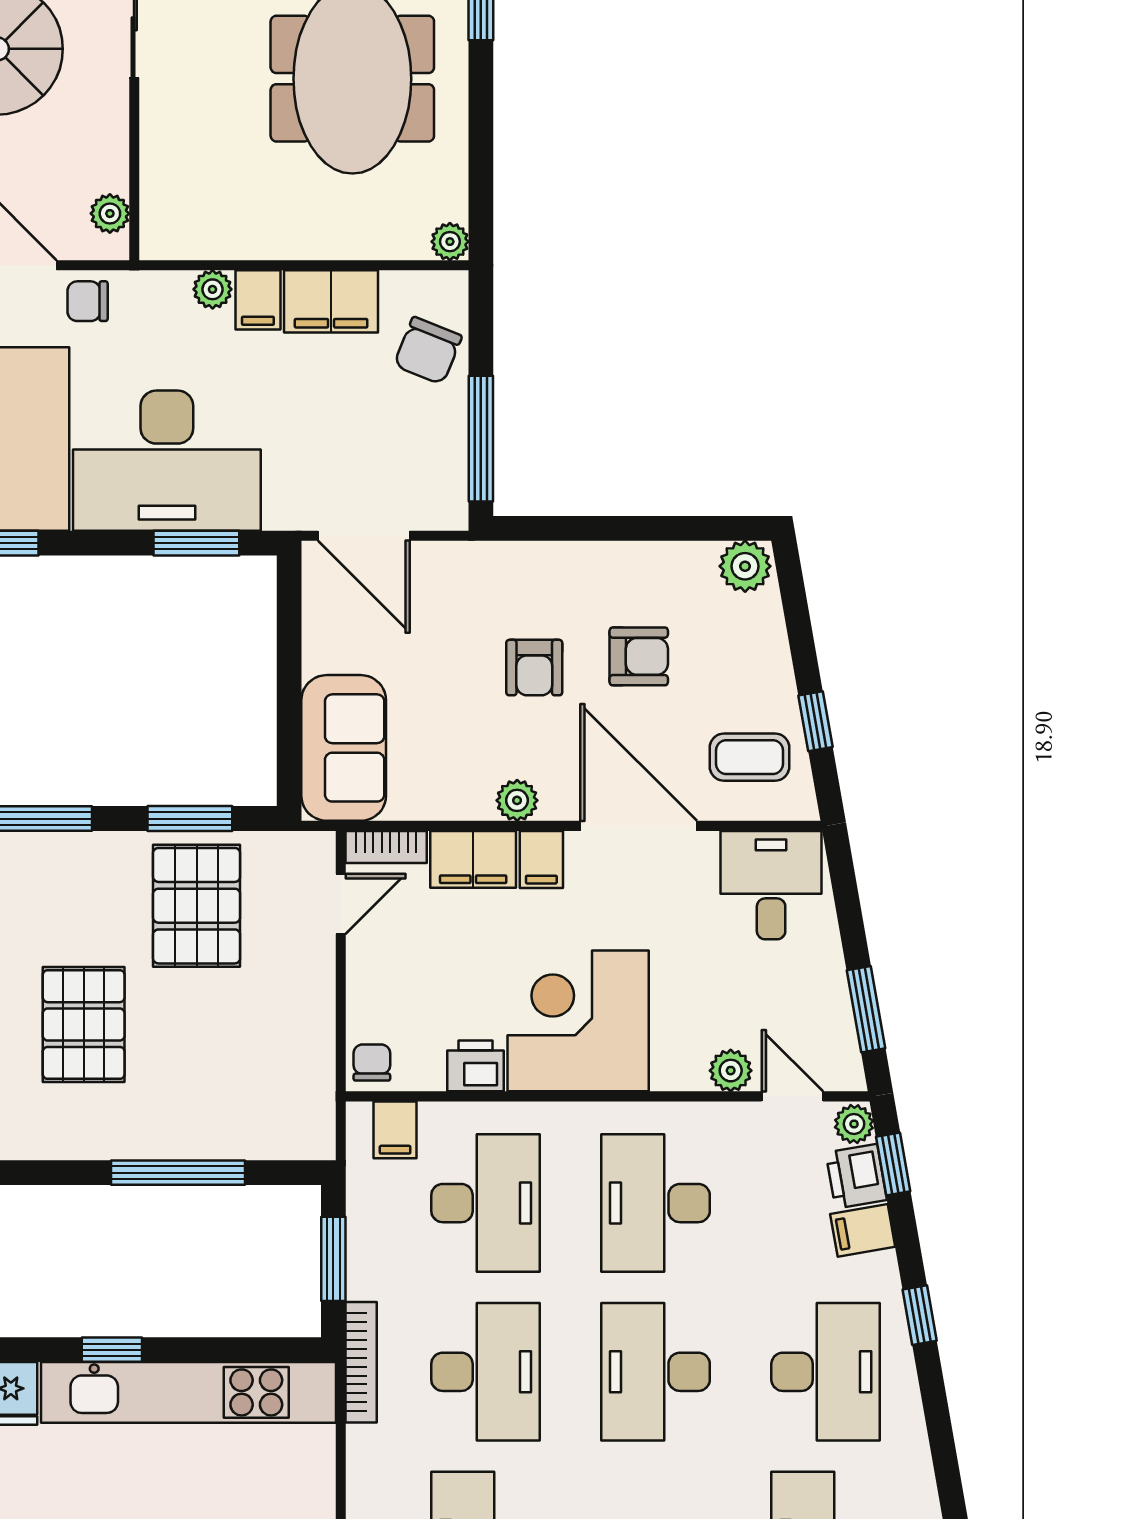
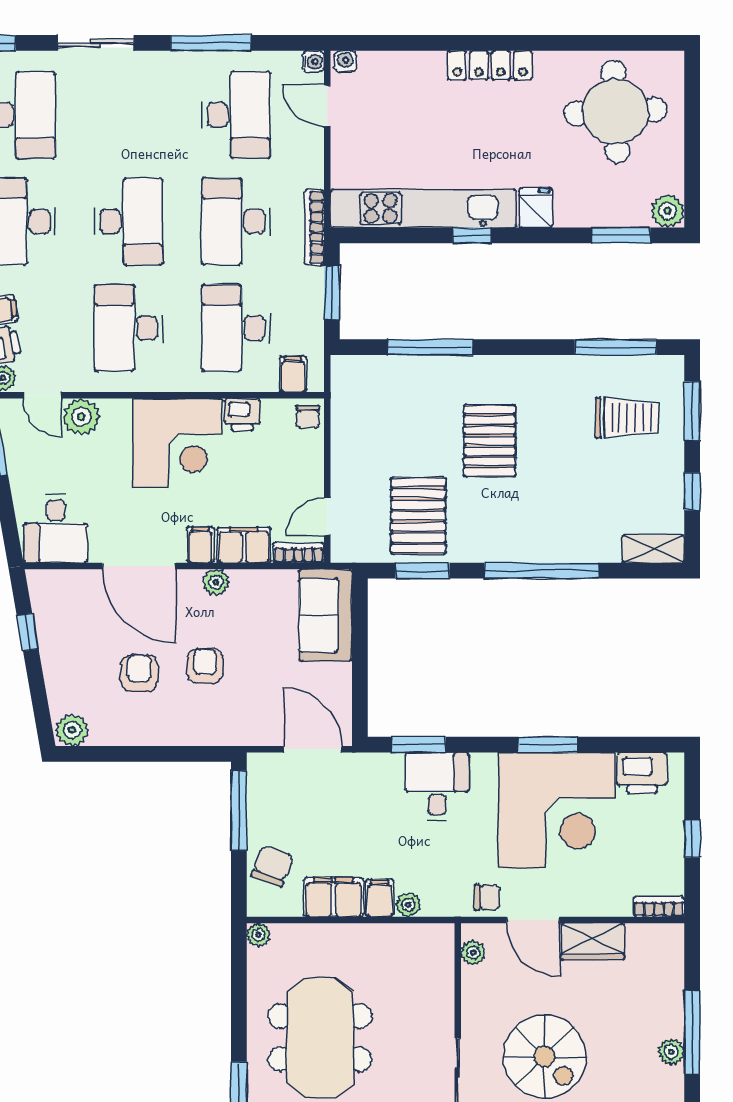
desk: (167, 461) -> (437, 786), width x0.53, depth x0.77
armchair: (639, 656) -> (139, 673), turned 90
coffee table: (749, 757) -> (69, 609), removed
plant: (731, 1071) -> (81, 417), width x1.38, depth x1.38
desk: (656, 1203) -> (129, 328), turned 180

